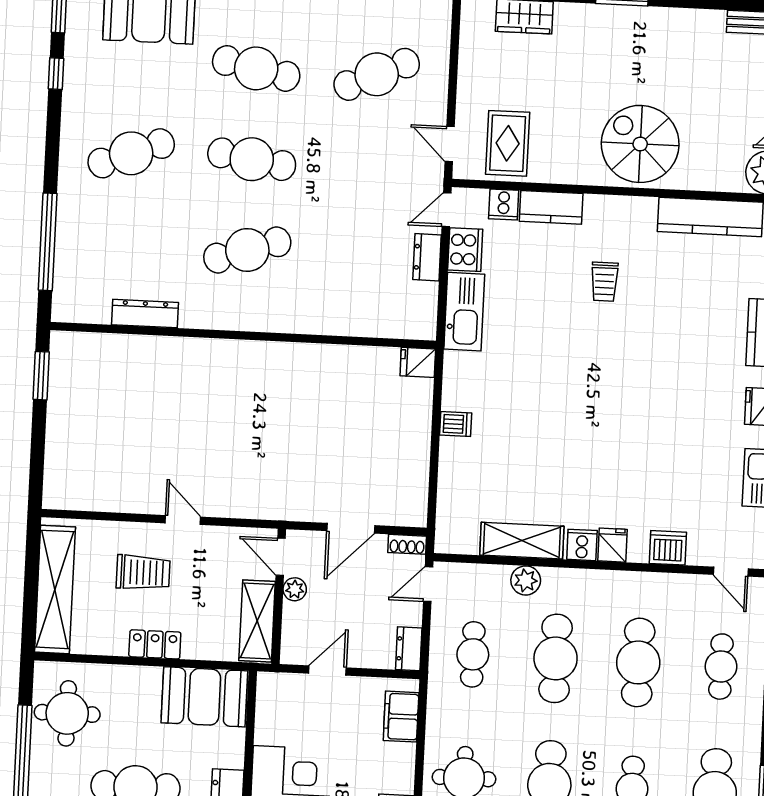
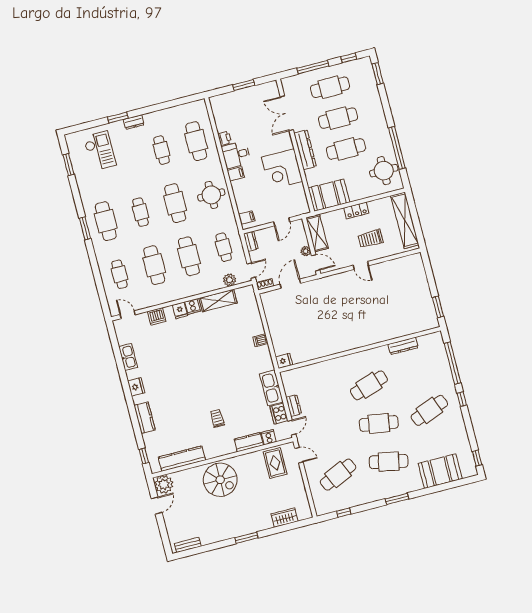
window: (56, 74) -> (462, 399), moved
plant: (526, 580) -> (230, 280), moved
filing cabinet: (401, 717) -> (247, 217), width x0.50

